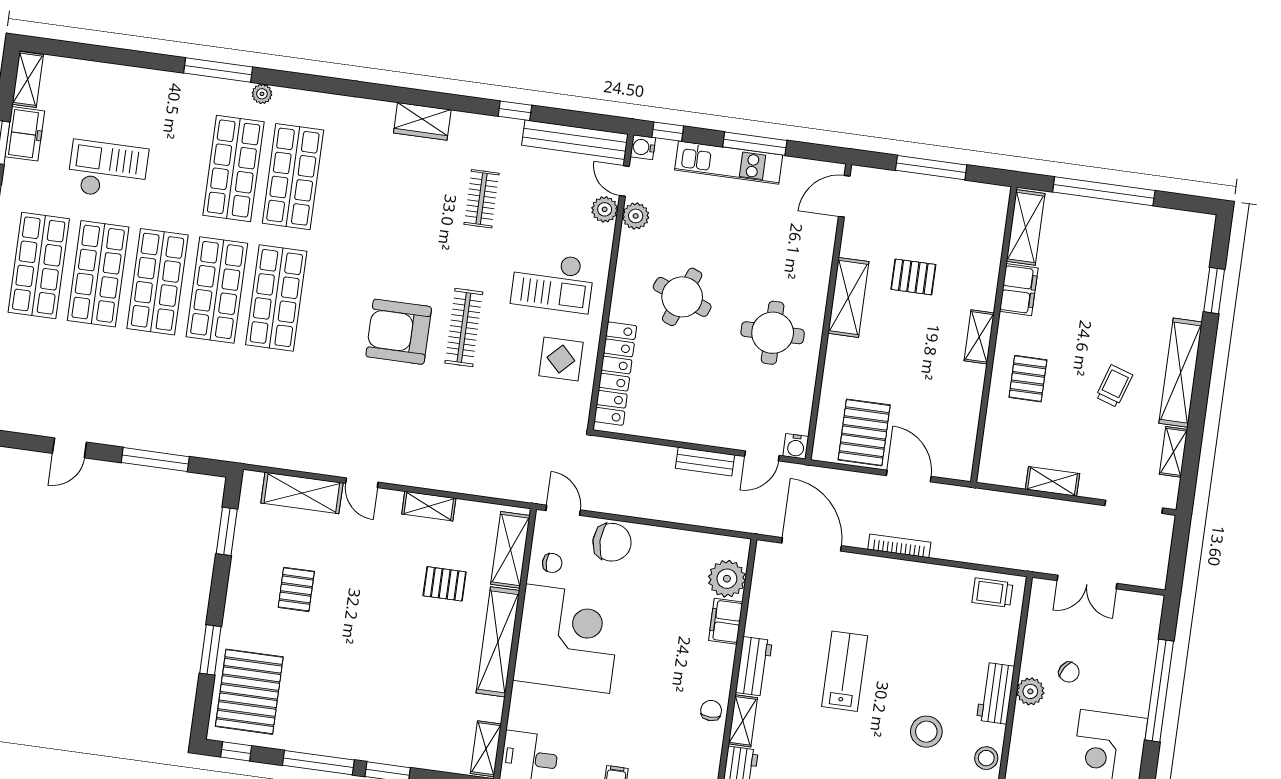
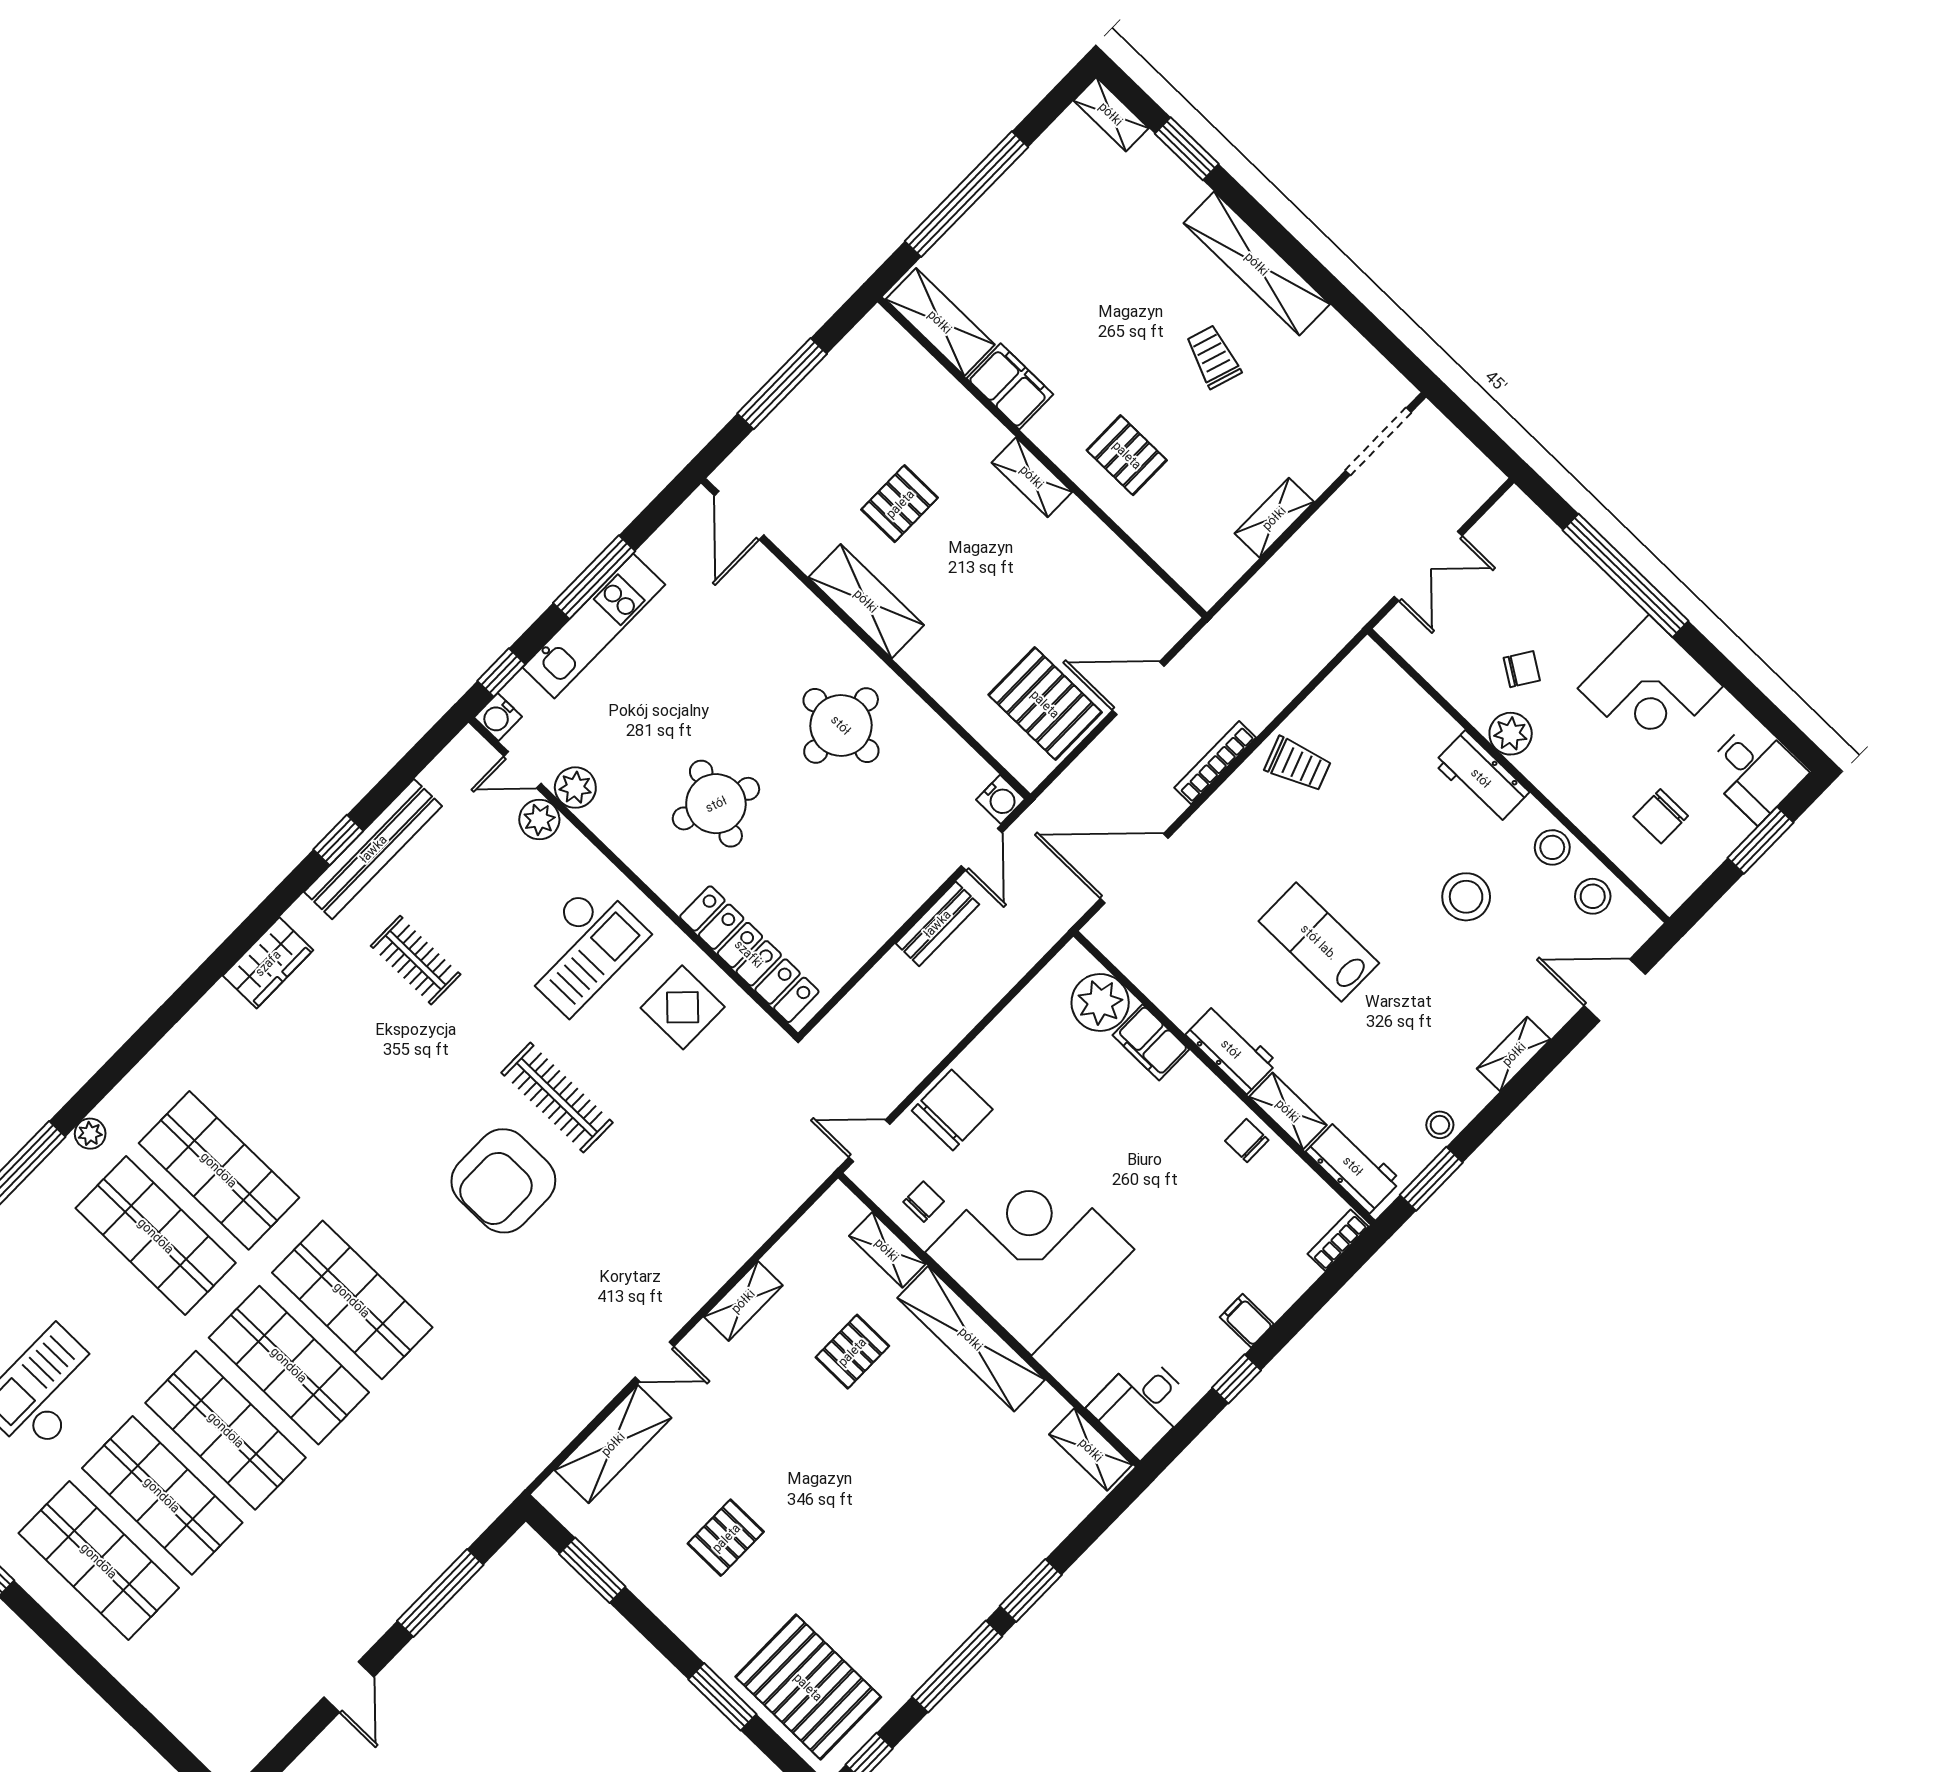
bench: (575, 140) -> (373, 849), moved
shelving: (1173, 452) -> (1111, 114), moved
shelving: (510, 550) -> (887, 1250), width x0.67, depth x0.75
pallet: (296, 589) -> (726, 1538), turned 90
trolley: (992, 593) -> (1298, 764), moved, turned -110

